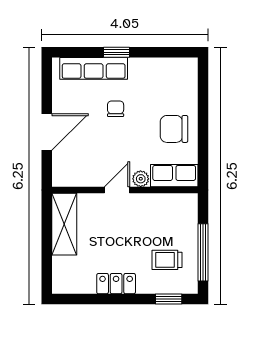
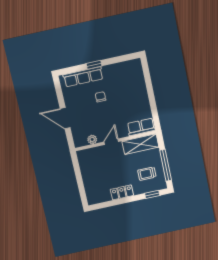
chair: (174, 129) -> (135, 101), removed
door: (47, 132) -> (65, 118), swing flipped
plant: (141, 179) -> (92, 139), moved
shelving: (64, 224) -> (140, 144), moved, turned 90

